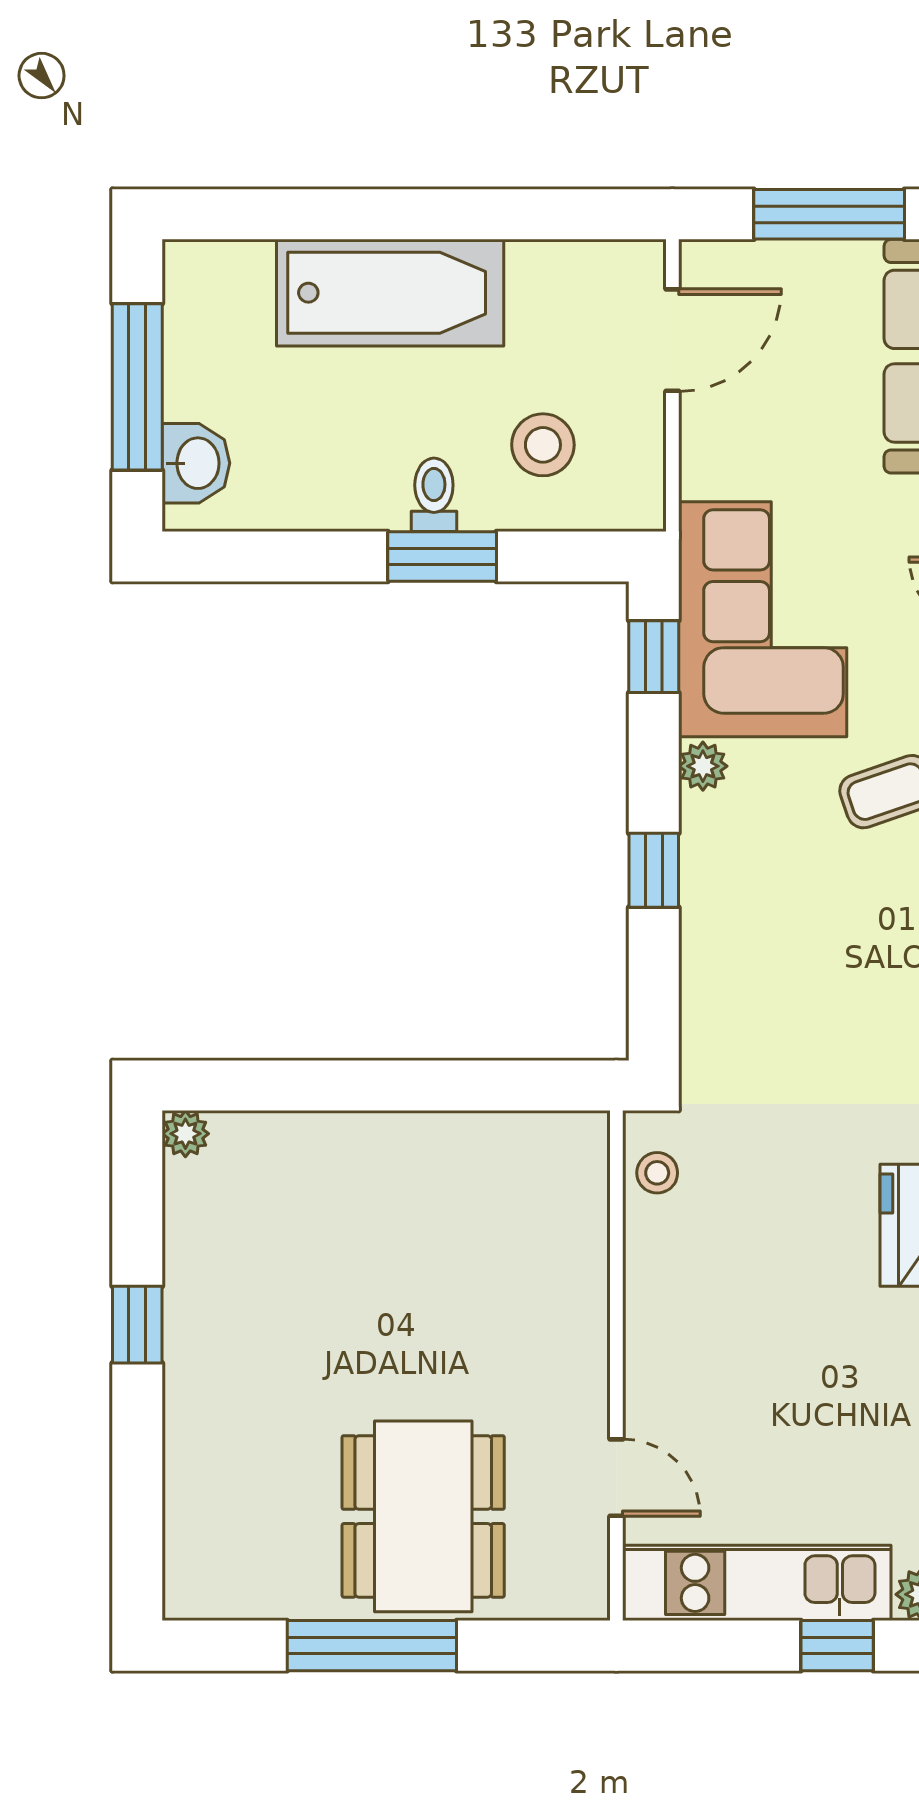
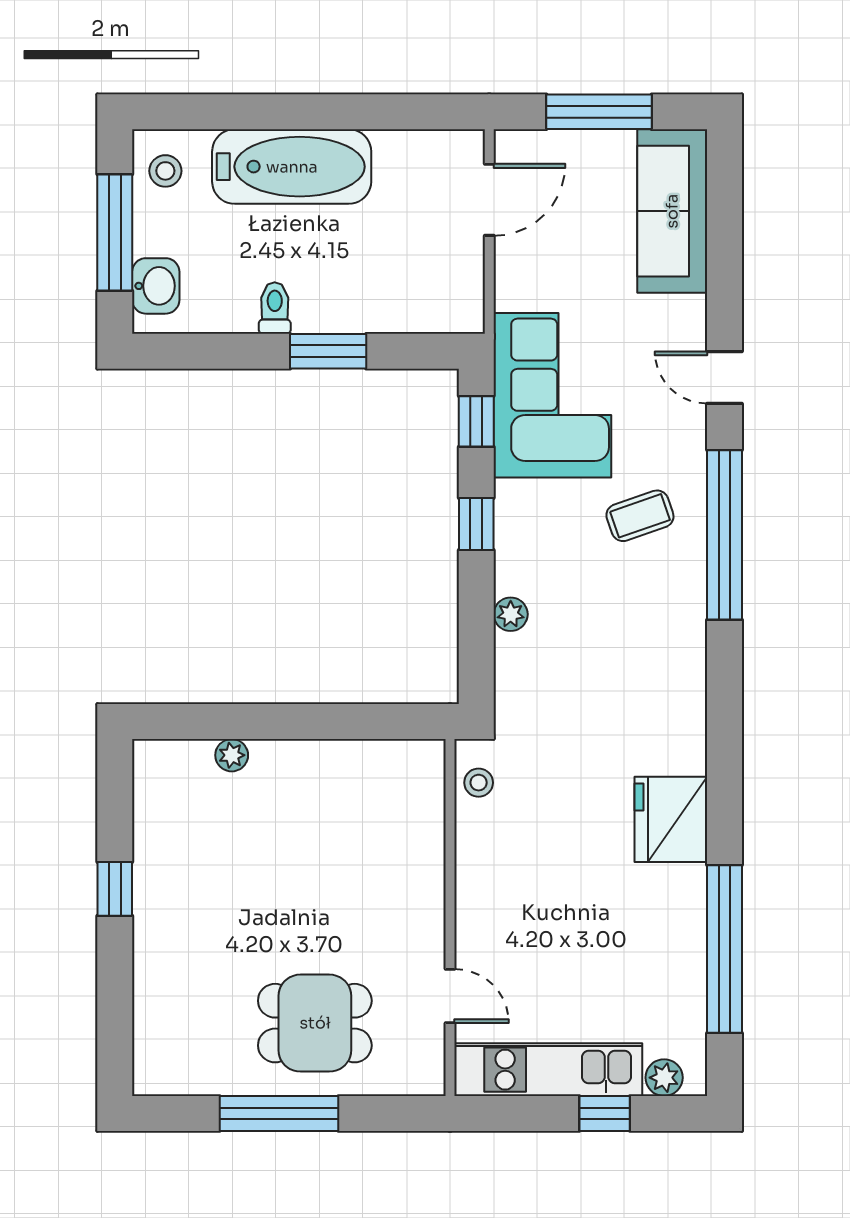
stool: (543, 445) -> (165, 171), moved, width x0.73, depth x0.73
toilet: (434, 495) -> (275, 308), moved
plant: (703, 766) -> (511, 614), moved
window: (654, 870) -> (476, 524), moved
plant: (185, 1134) -> (232, 755), moved
dining table: (423, 1516) -> (315, 1023), width x0.73

